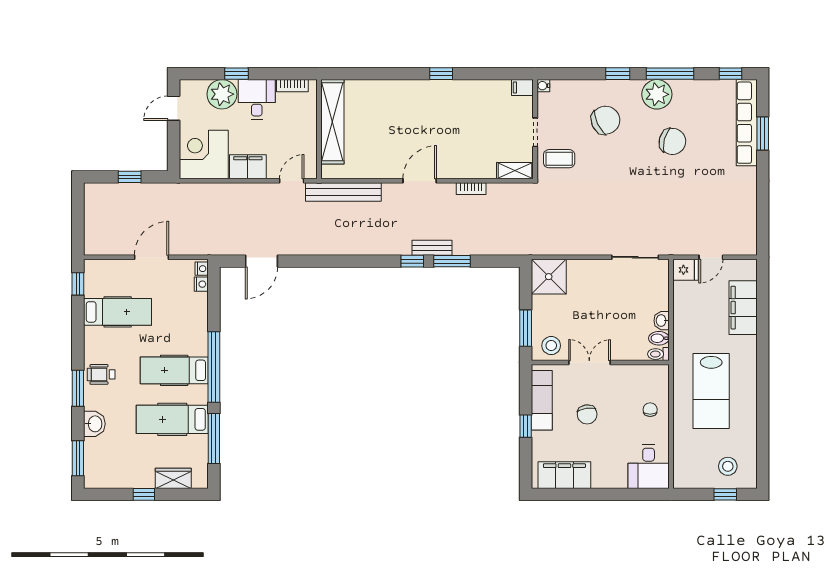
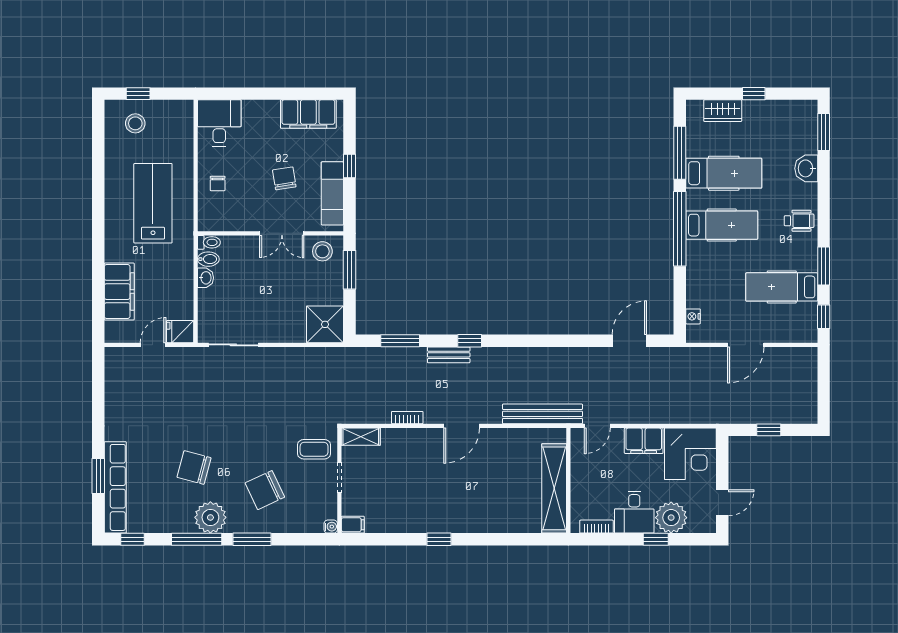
window: (618, 74) -> (252, 539), width x1.50
window: (452, 261) -> (400, 341), moved
nightstand: (202, 269) -> (693, 333), removed
window: (78, 388) -> (824, 266), moved

